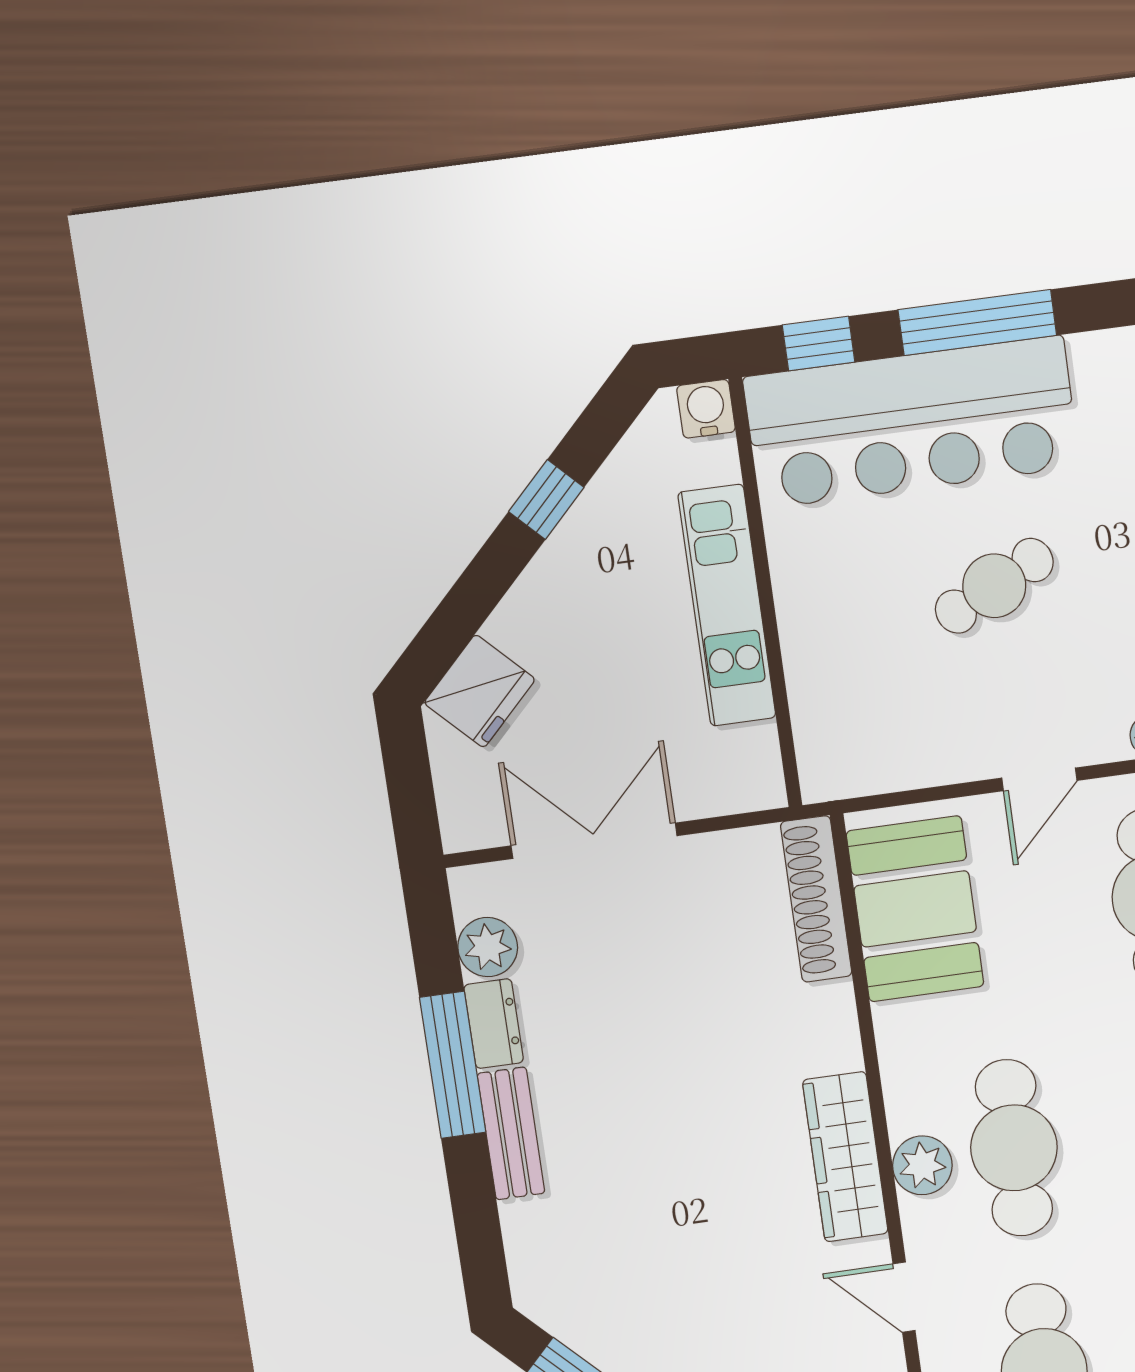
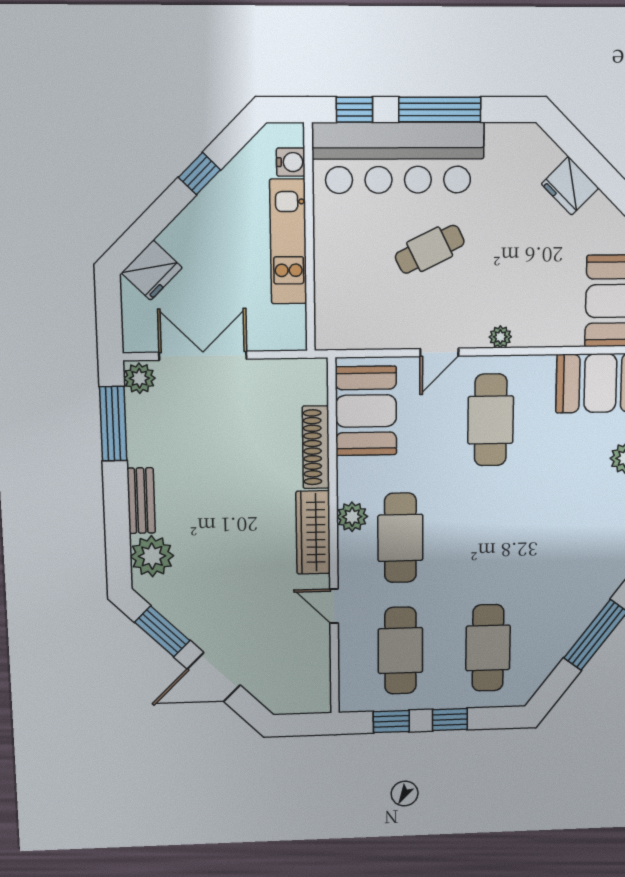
water cooler: (706, 409) -> (291, 162), moved, turned 90
shoe rack: (816, 899) -> (316, 447), moved
plant: (488, 947) -> (139, 378), moved
dresser: (494, 1024) -> (139, 444), removed
window: (453, 1065) -> (113, 424), moved
plant: (922, 1165) -> (352, 517), moved
plant: (544, 1239) -> (152, 556), added

